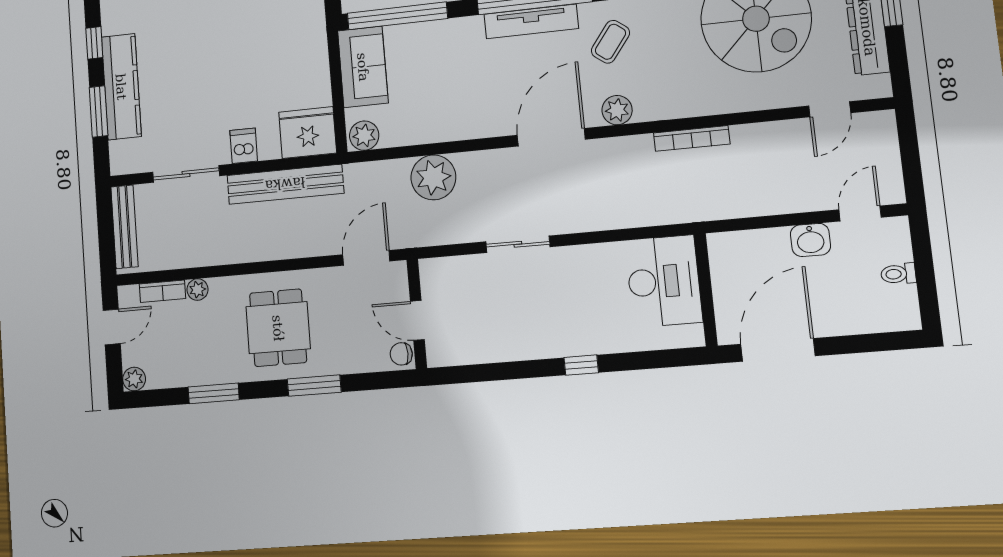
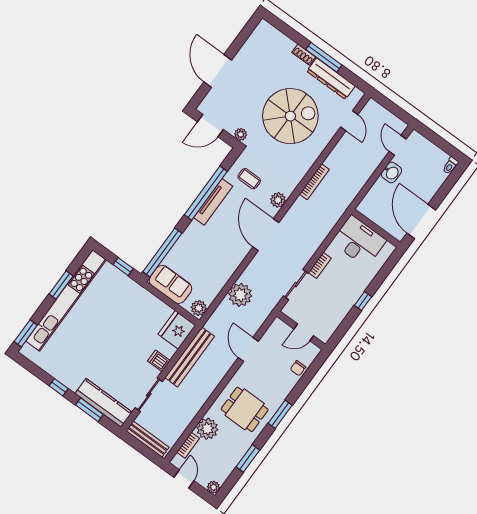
coffee table: (610, 42) -> (249, 179), turned -37
kitchen counter: (121, 87) -> (104, 403), moved
bookcase: (577, 255) -> (320, 265), added
toilet: (898, 274) -> (450, 166), moved
plant: (197, 289) -> (207, 429), width x1.87, depth x1.87
wall: (417, 314) -> (301, 330), moved
door: (417, 320) -> (304, 332), moved

